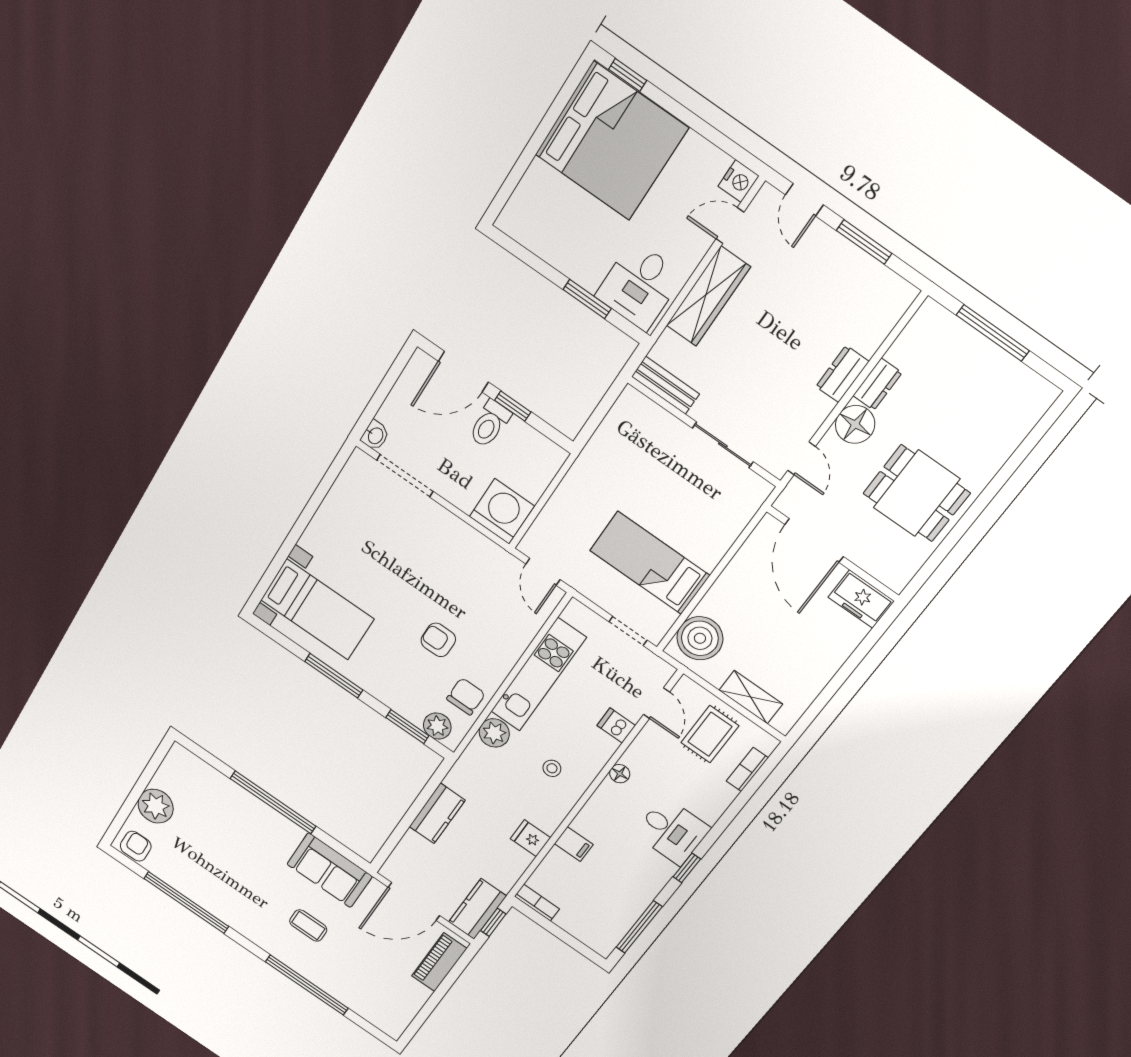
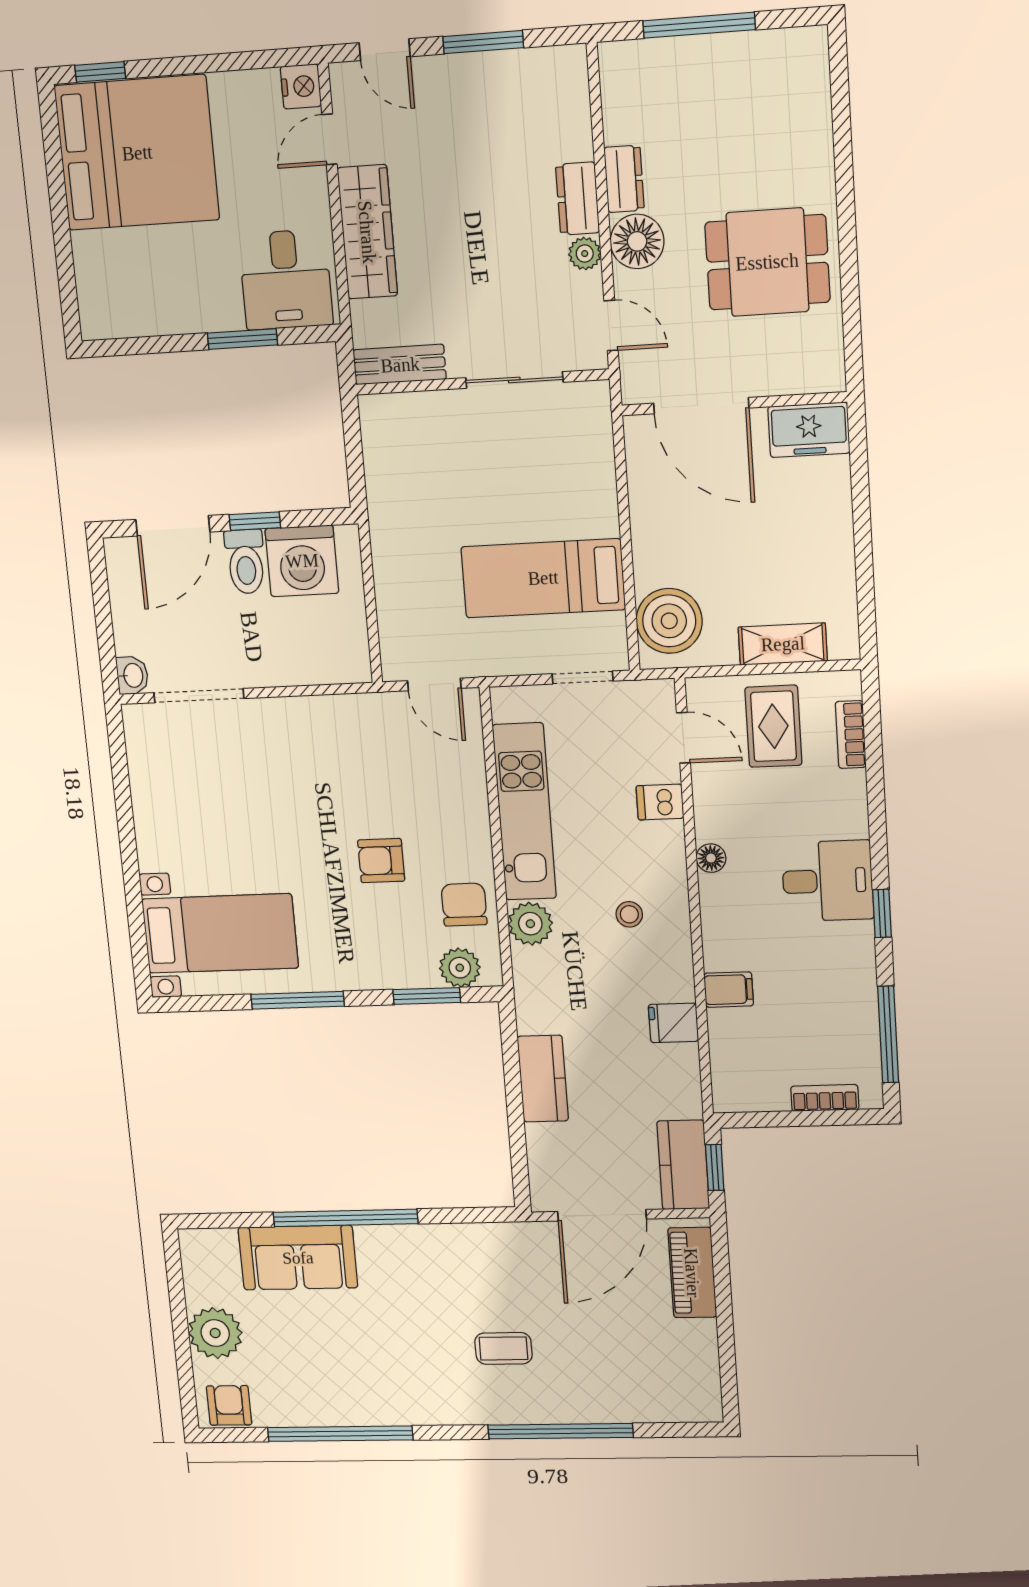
plant: (820, 408) -> (585, 254), added
washing machine: (502, 511) -> (302, 561), moved, turned 180
sofa: (330, 870) -> (298, 1258), moved
bookcase: (537, 903) -> (825, 1098), moved

